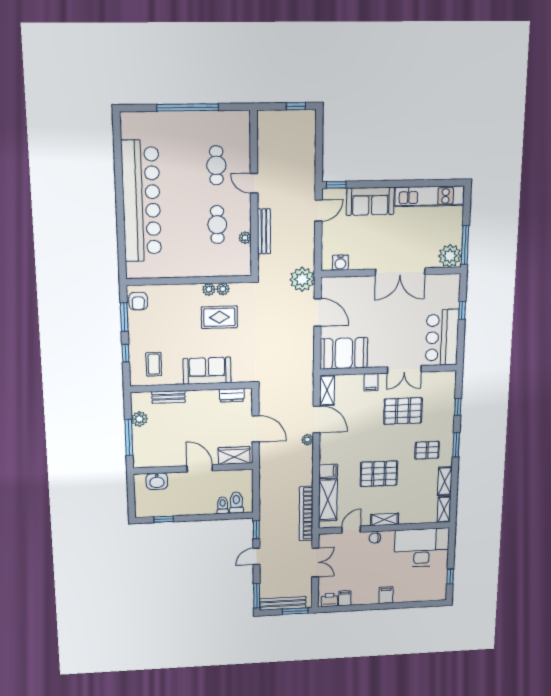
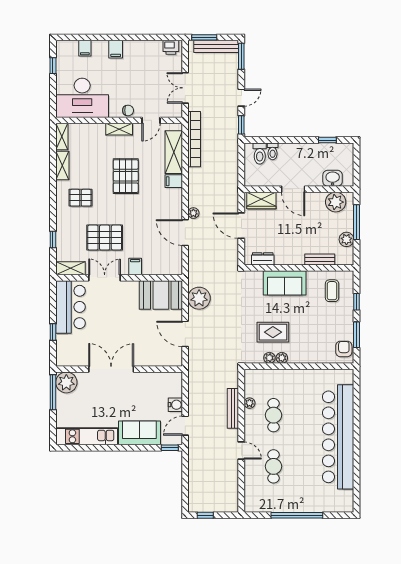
water cooler: (340, 263) -> (175, 405), moved, turned 90
plant: (302, 279) -> (199, 298), moved
shelving: (327, 390) -> (70, 268), moved, turned 90
window: (456, 445) -> (53, 202), removed
plant: (153, 457) -> (336, 202), added
pallet: (379, 474) -> (126, 176), turned 90
filing cabinet: (345, 598) -> (85, 48), moved

